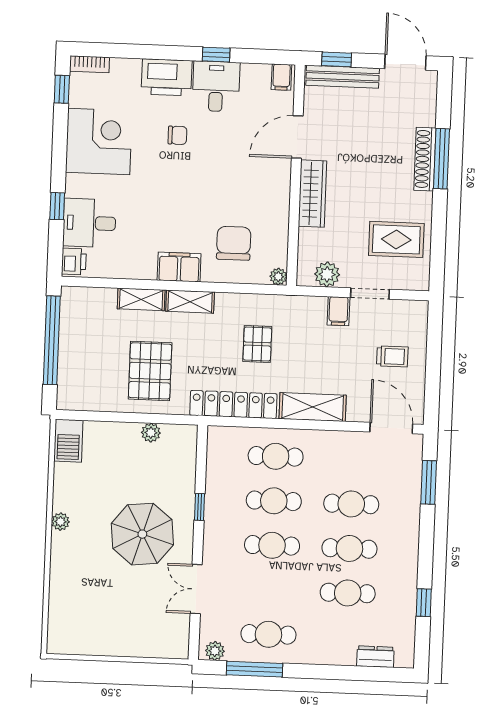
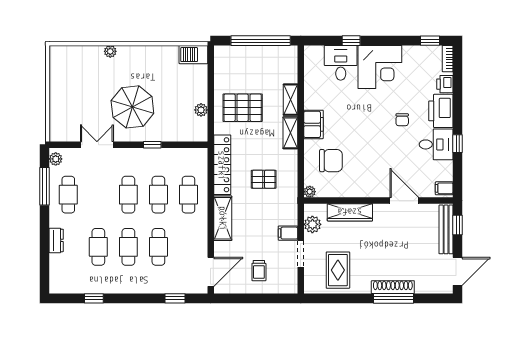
corner desk: (99, 141) -> (380, 67), moved
wardrobe: (312, 194) -> (350, 212), moved
printer: (74, 261) -> (445, 84), moved, turned 90
window: (429, 482) -> (175, 298), width x0.67
plant: (60, 522) -> (110, 51), moved
dresser: (375, 657) -> (56, 240), moved

